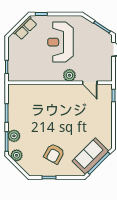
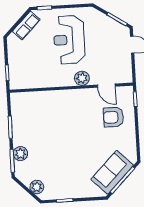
armchair: (54, 154) -> (114, 117), moved, turned 61
plant: (17, 155) -> (37, 187), moved

